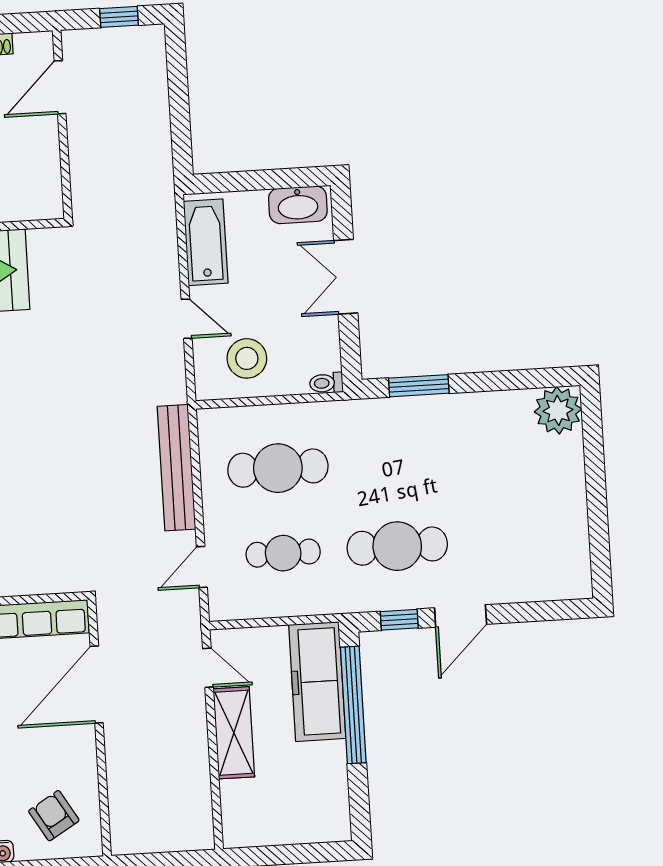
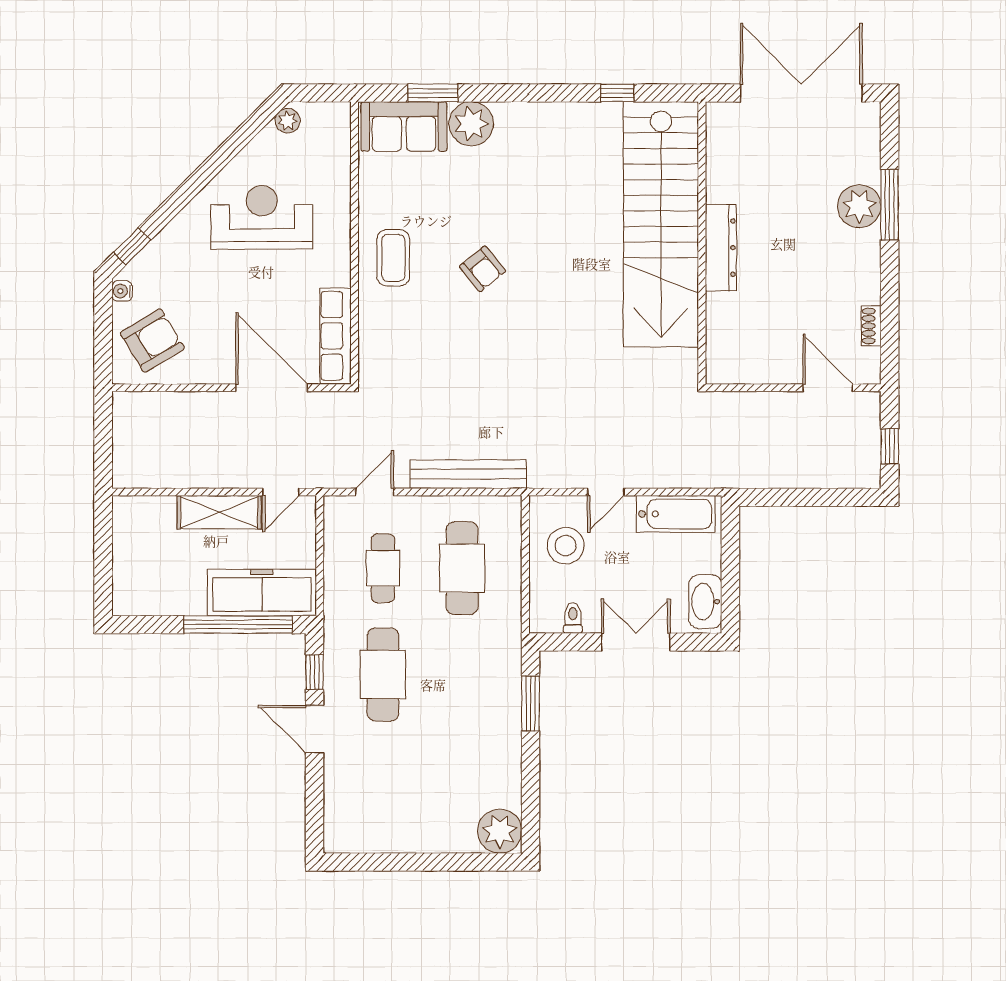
toilet: (326, 383) -> (573, 618), moved
door: (202, 567) -> (375, 492), hinge flipped
armchair: (54, 816) -> (152, 341), width x1.38, depth x1.38

